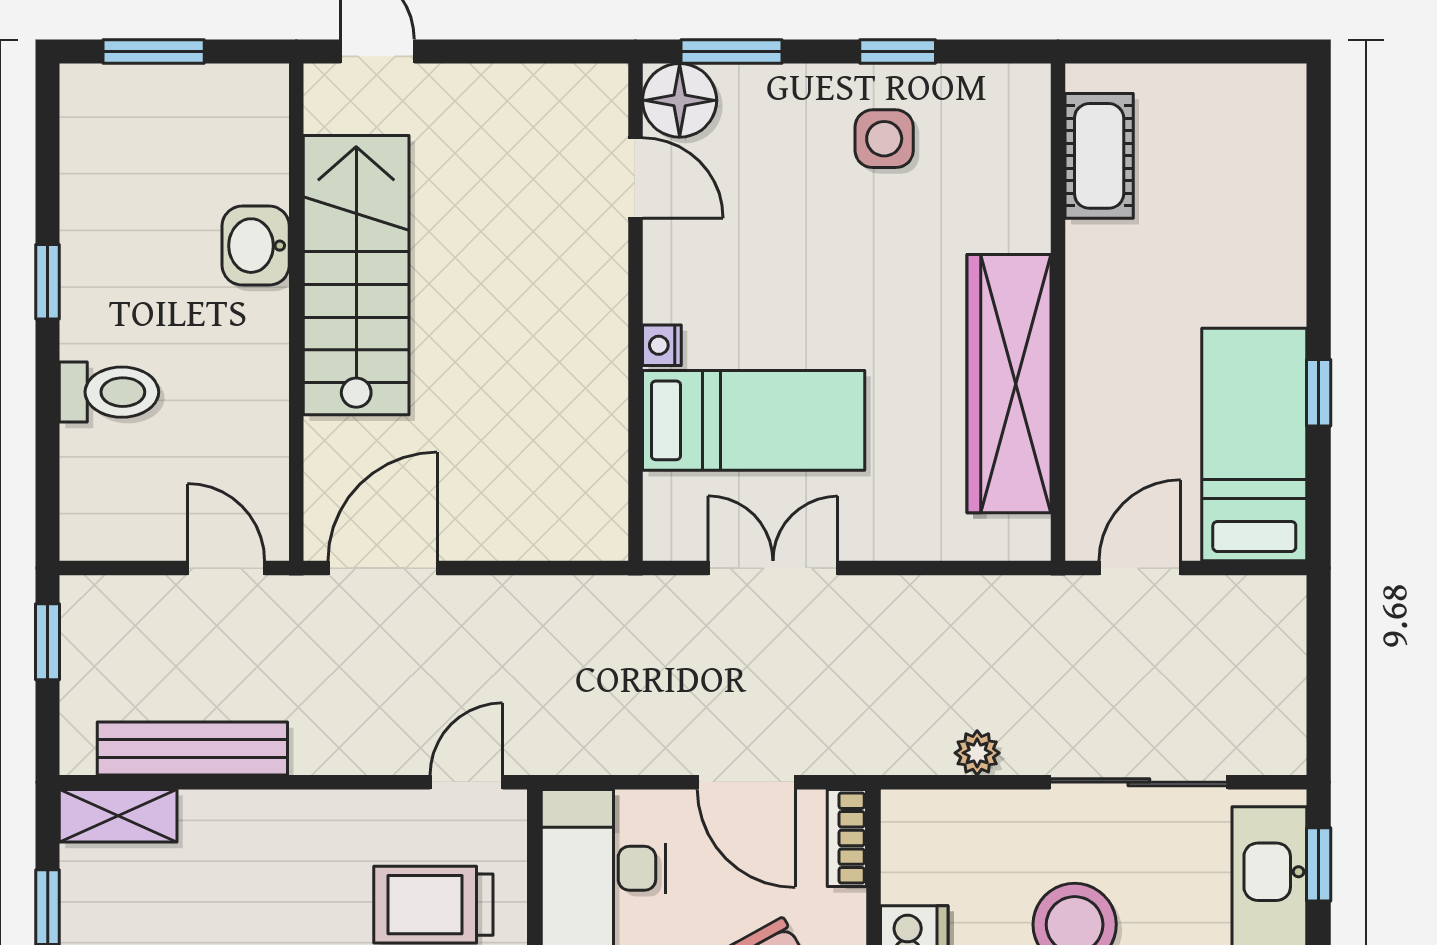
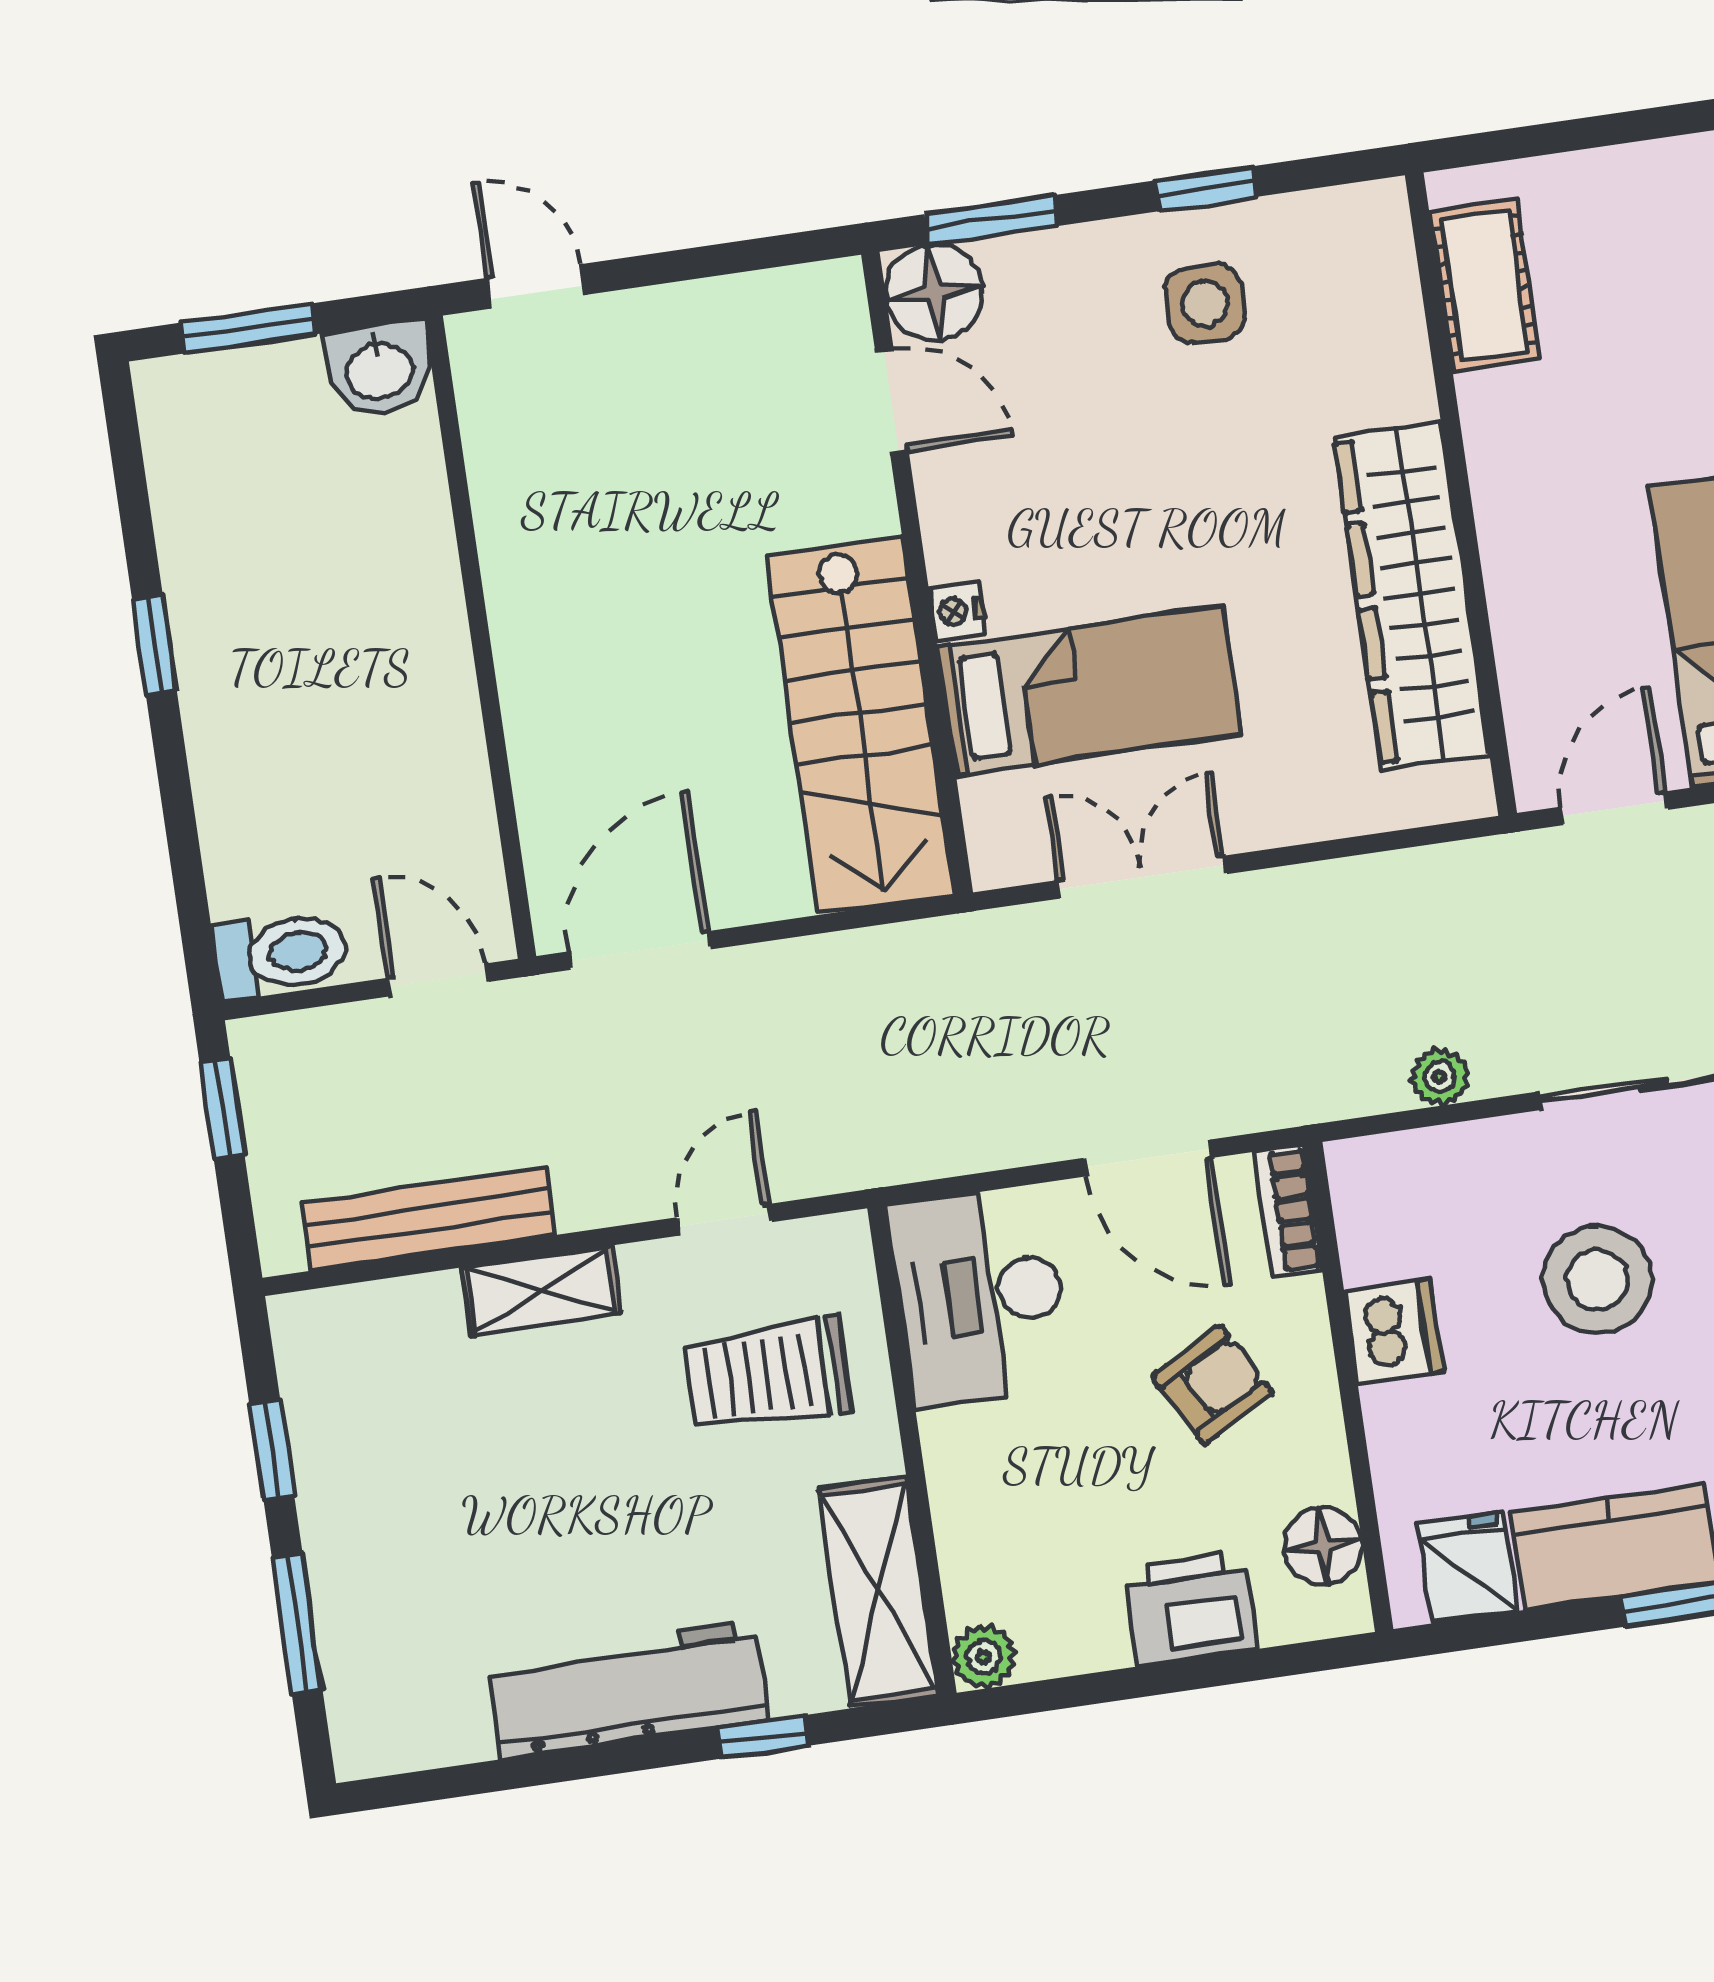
washbasin: (256, 246) -> (380, 369), moved, turned -90
stairs: (356, 275) -> (860, 725), moved, turned 180
toilet: (109, 392) -> (280, 954), moved
door: (466, 782) -> (724, 1220), moved
shelving: (118, 816) -> (541, 1291), moved

